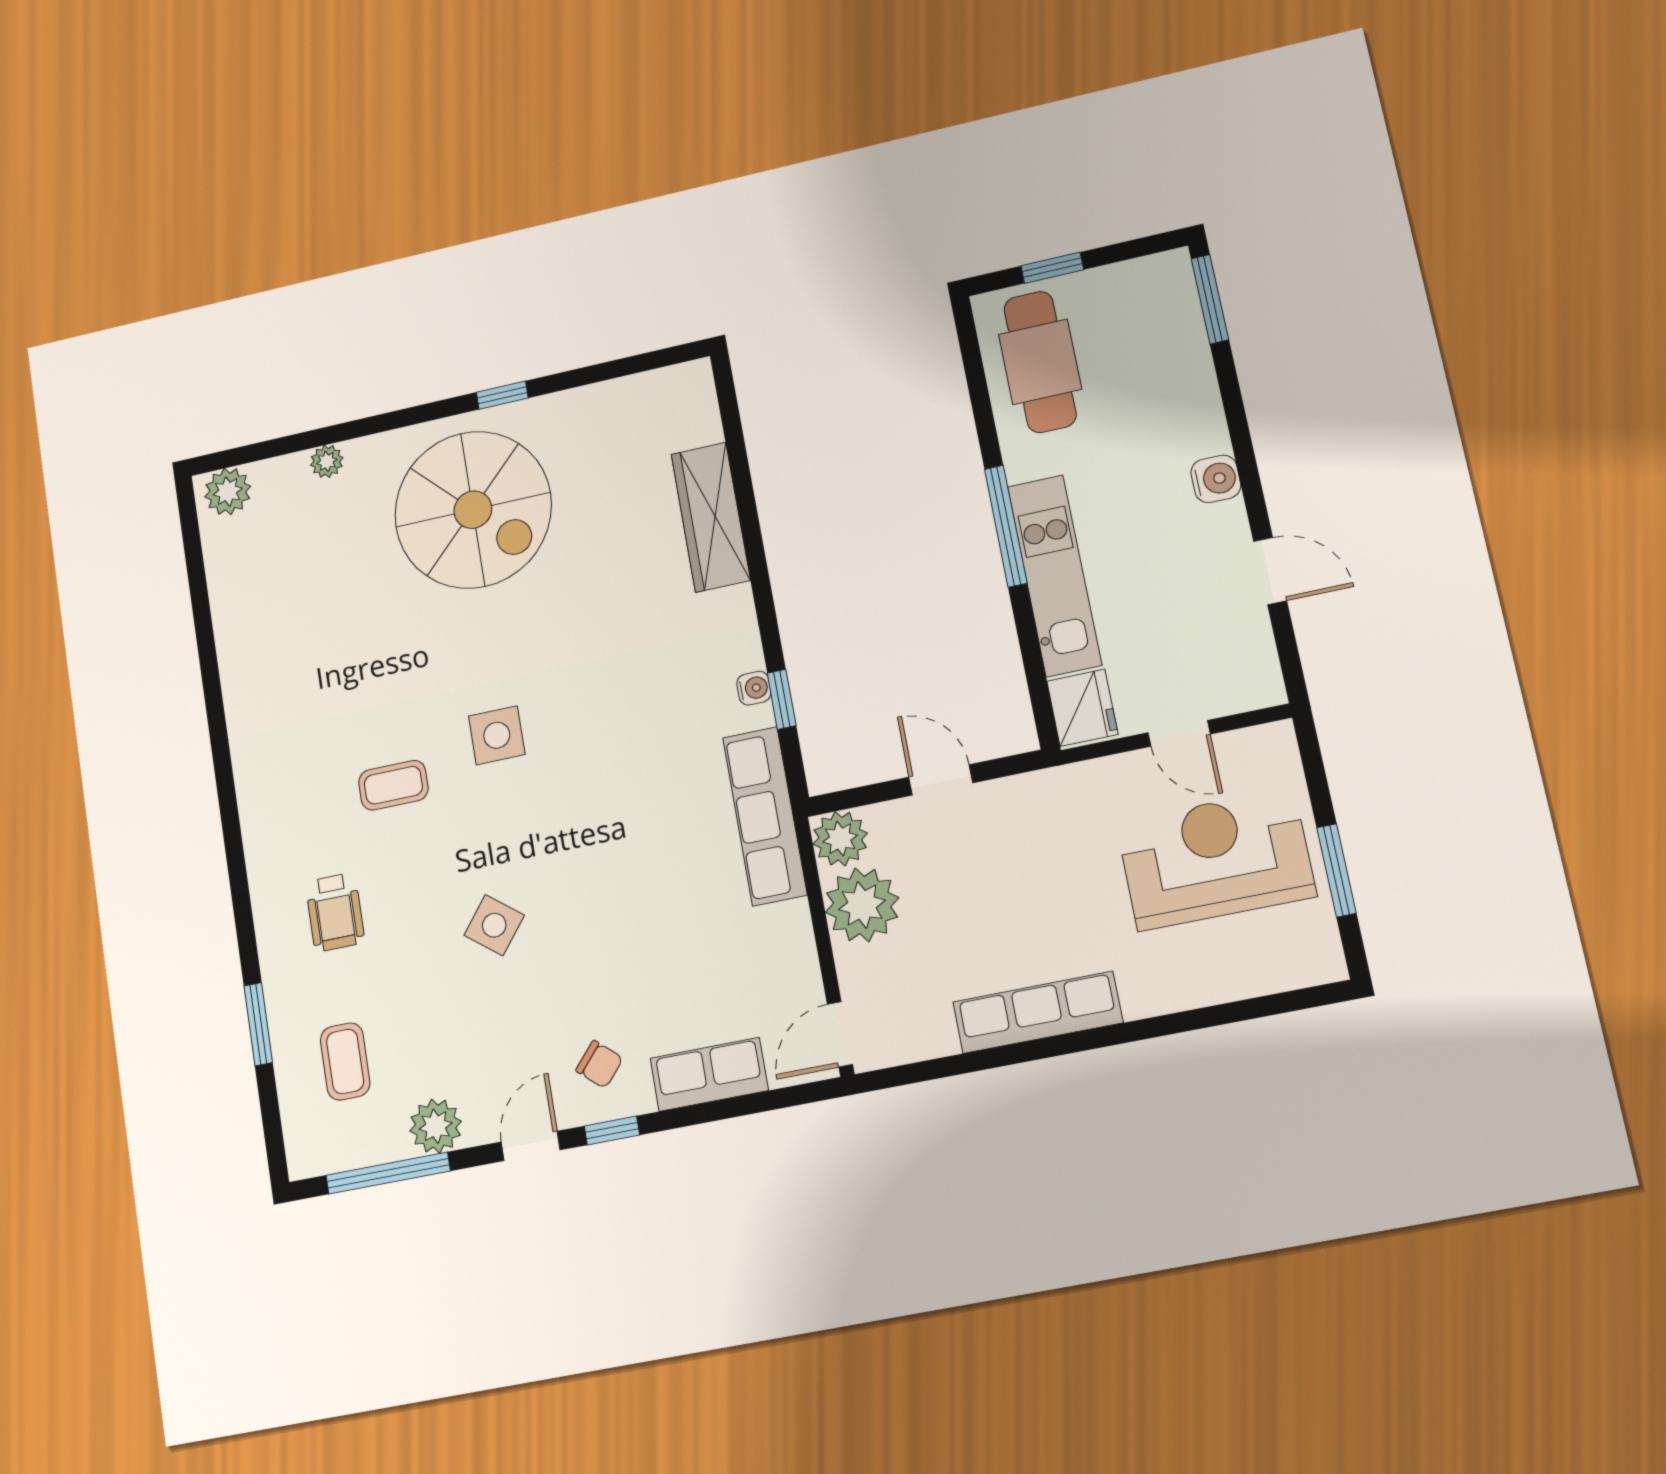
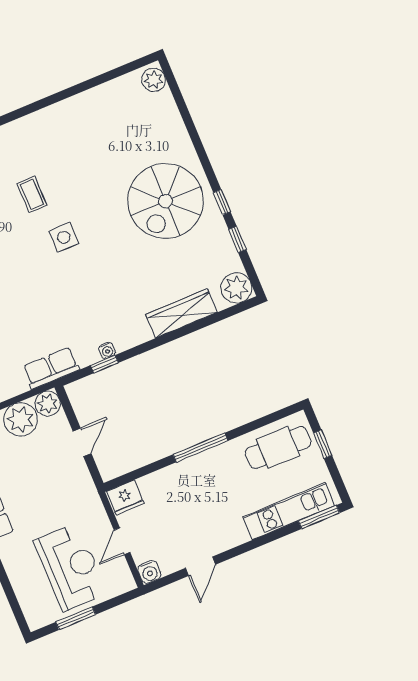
window: (585, 376) -> (237, 239), added
plant: (327, 461) -> (236, 288), moved, width x1.87, depth x1.87
water cooler: (1216, 479) -> (149, 572), moved
kitchen unit: (1054, 575) -> (289, 511), moved, turned 180
row of seats: (765, 816) -> (51, 368), width x0.68

